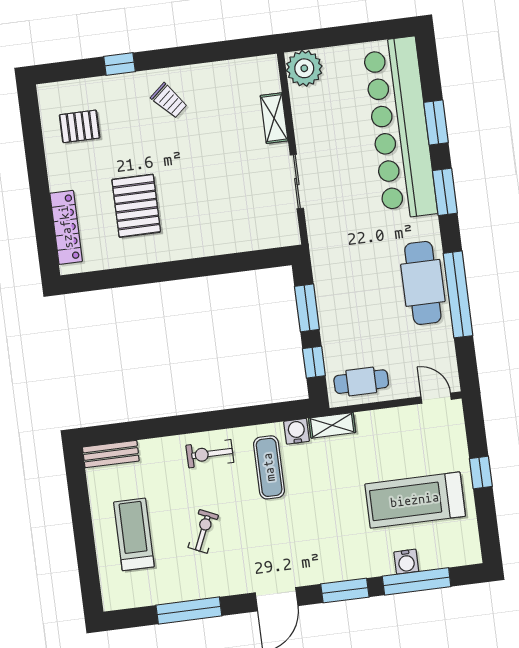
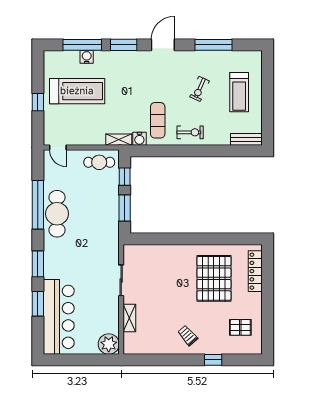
bar counter: (400, 128) -> (59, 317), width x0.73
pallet: (136, 206) -> (214, 278), width x1.37, depth x1.41

